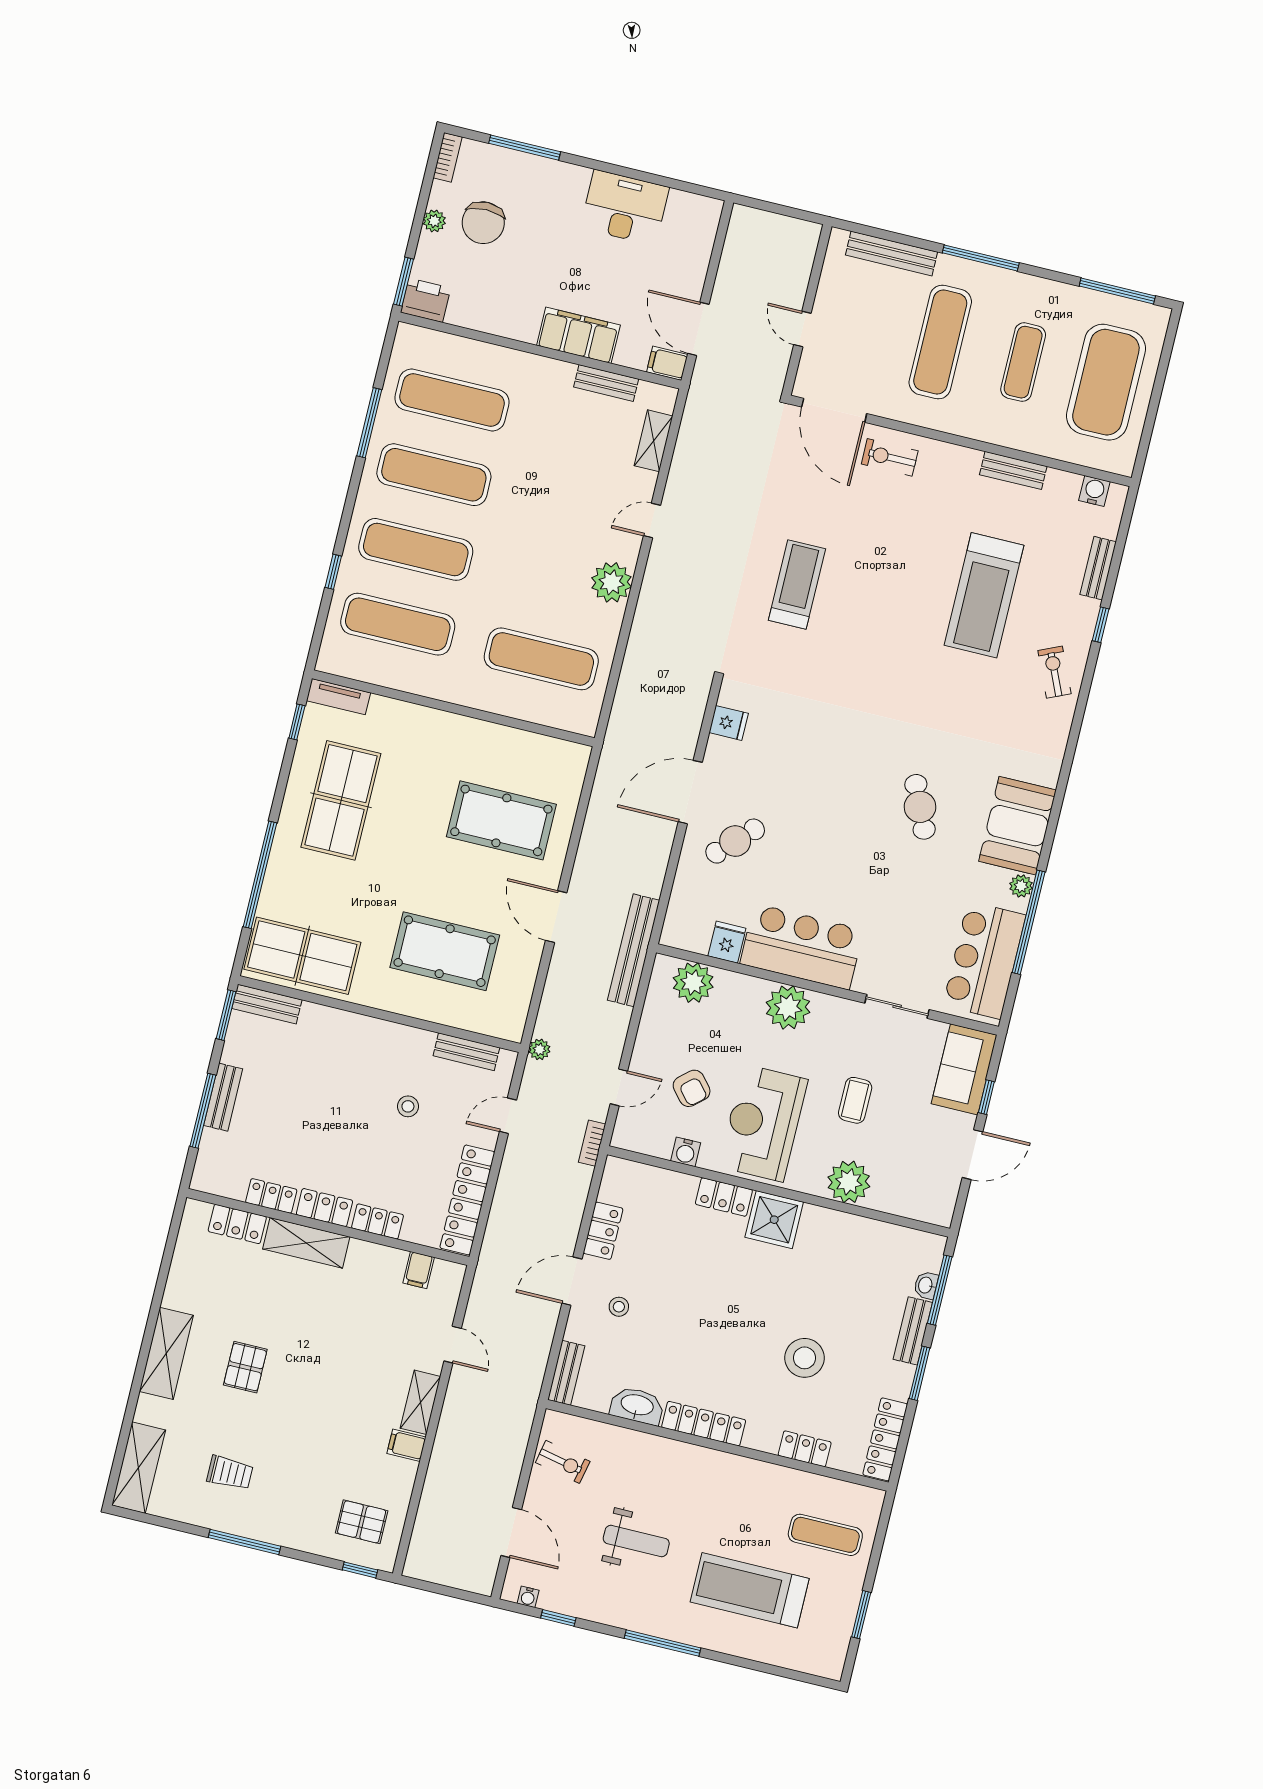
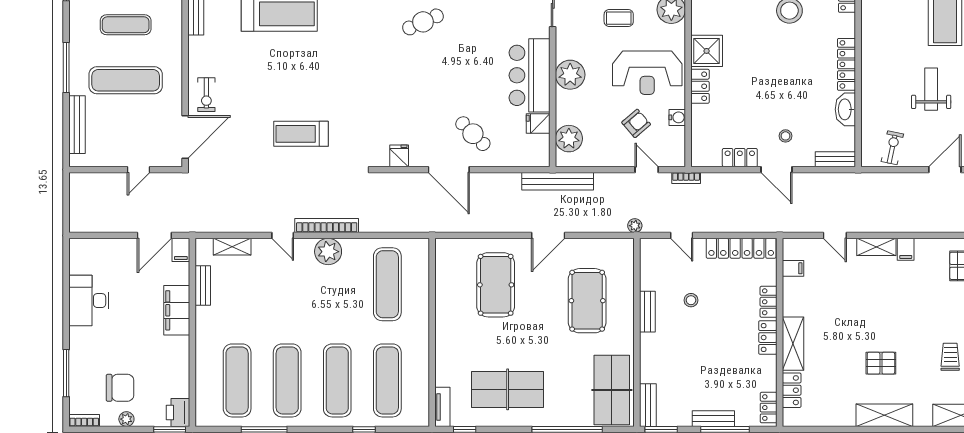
bookcase: (651, 590) -> (327, 225), added
bench: (466, 1052) -> (647, 312), moved
locker: (271, 1196) -> (769, 408), moved
door: (453, 1345) -> (835, 235), swing flipped

